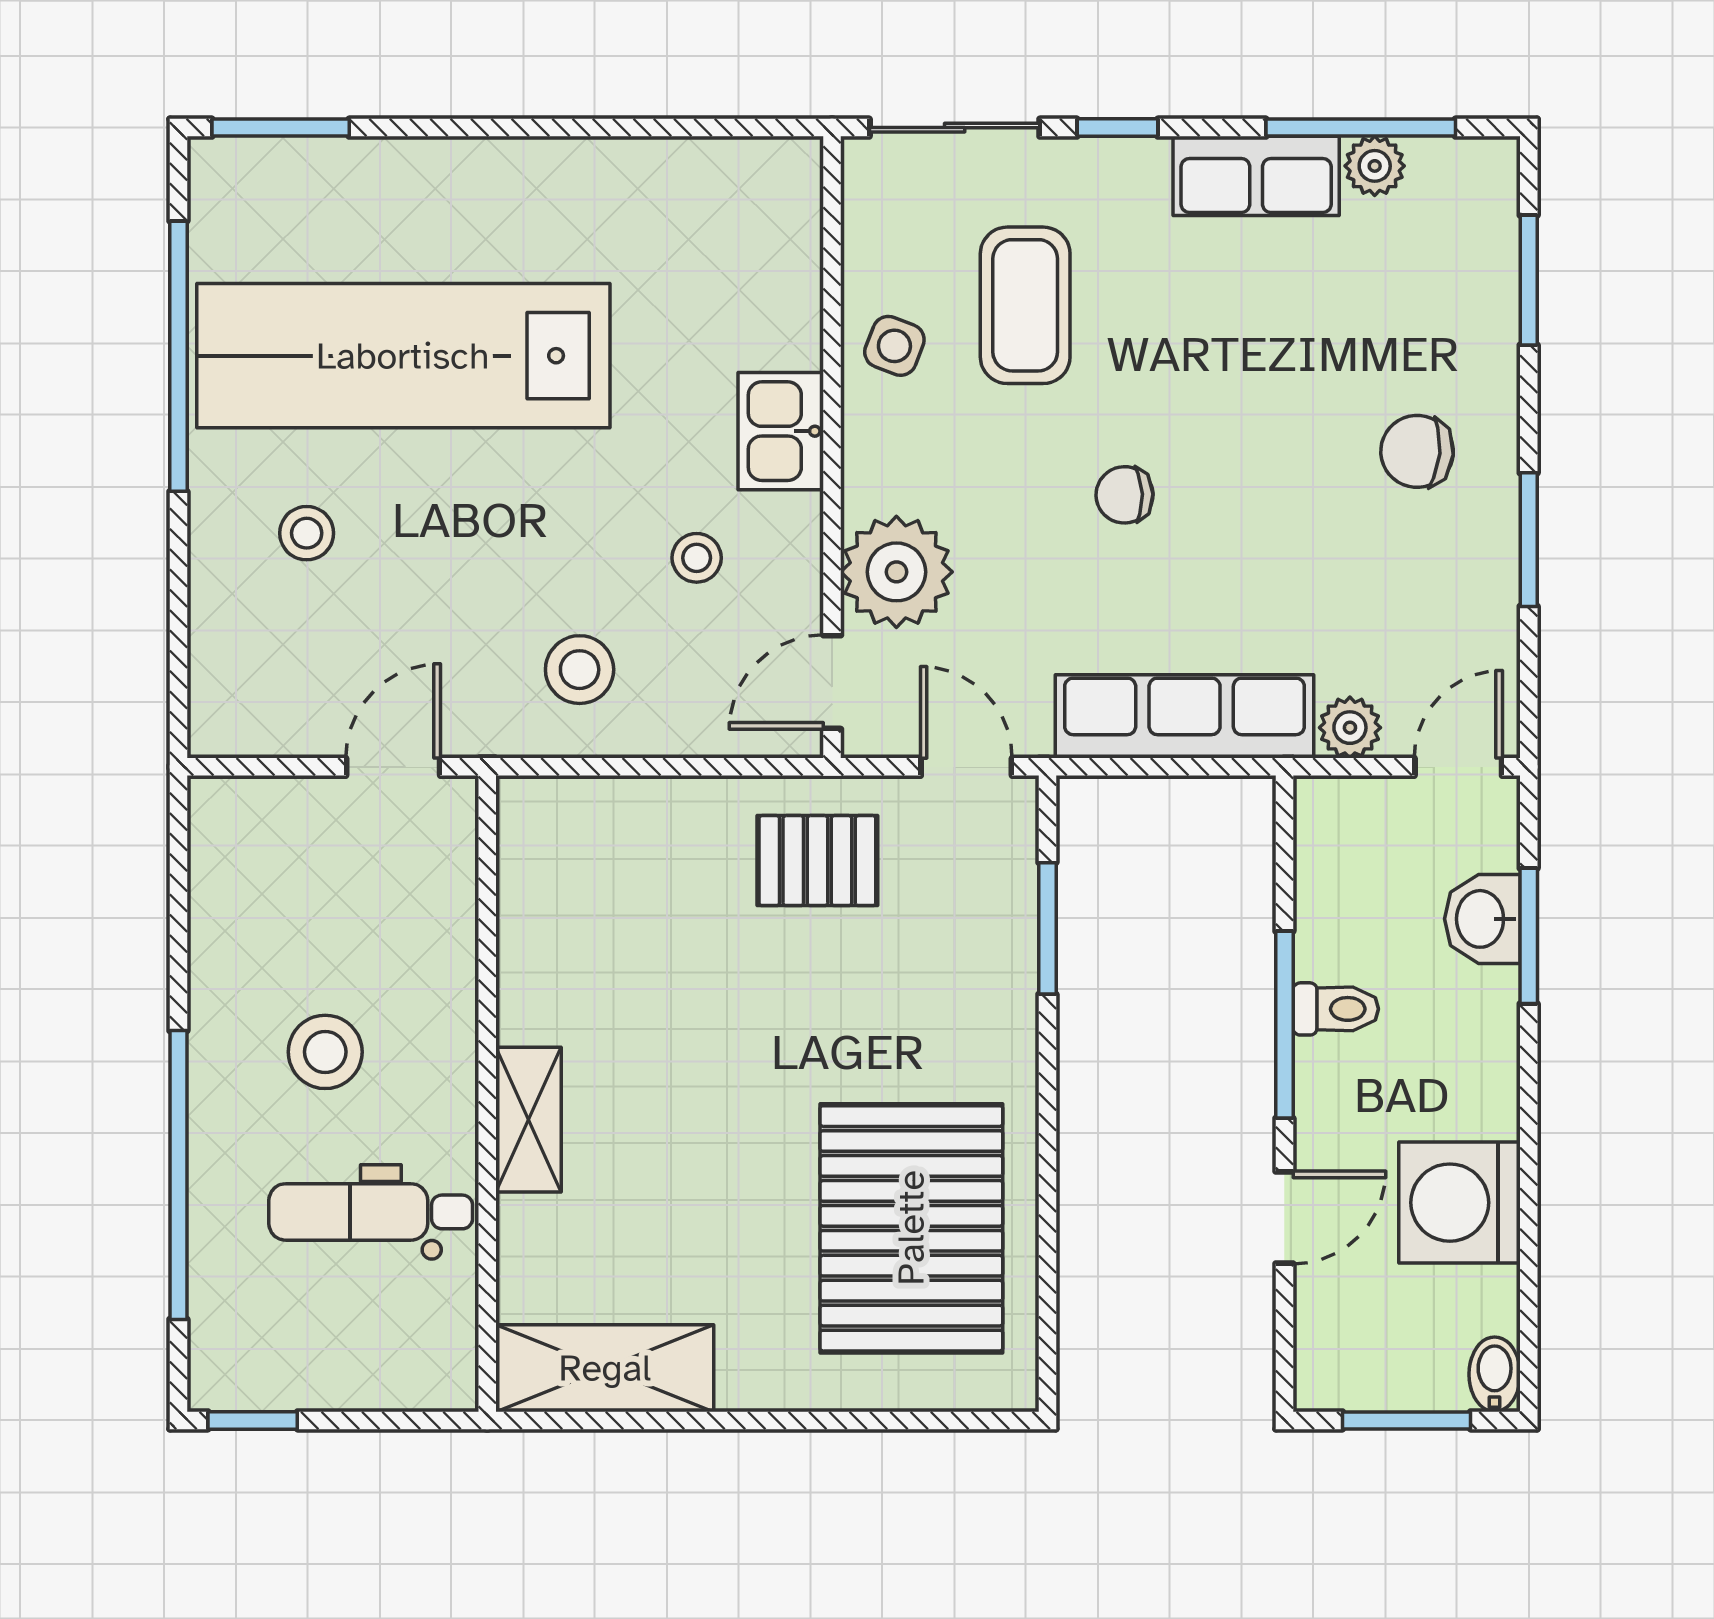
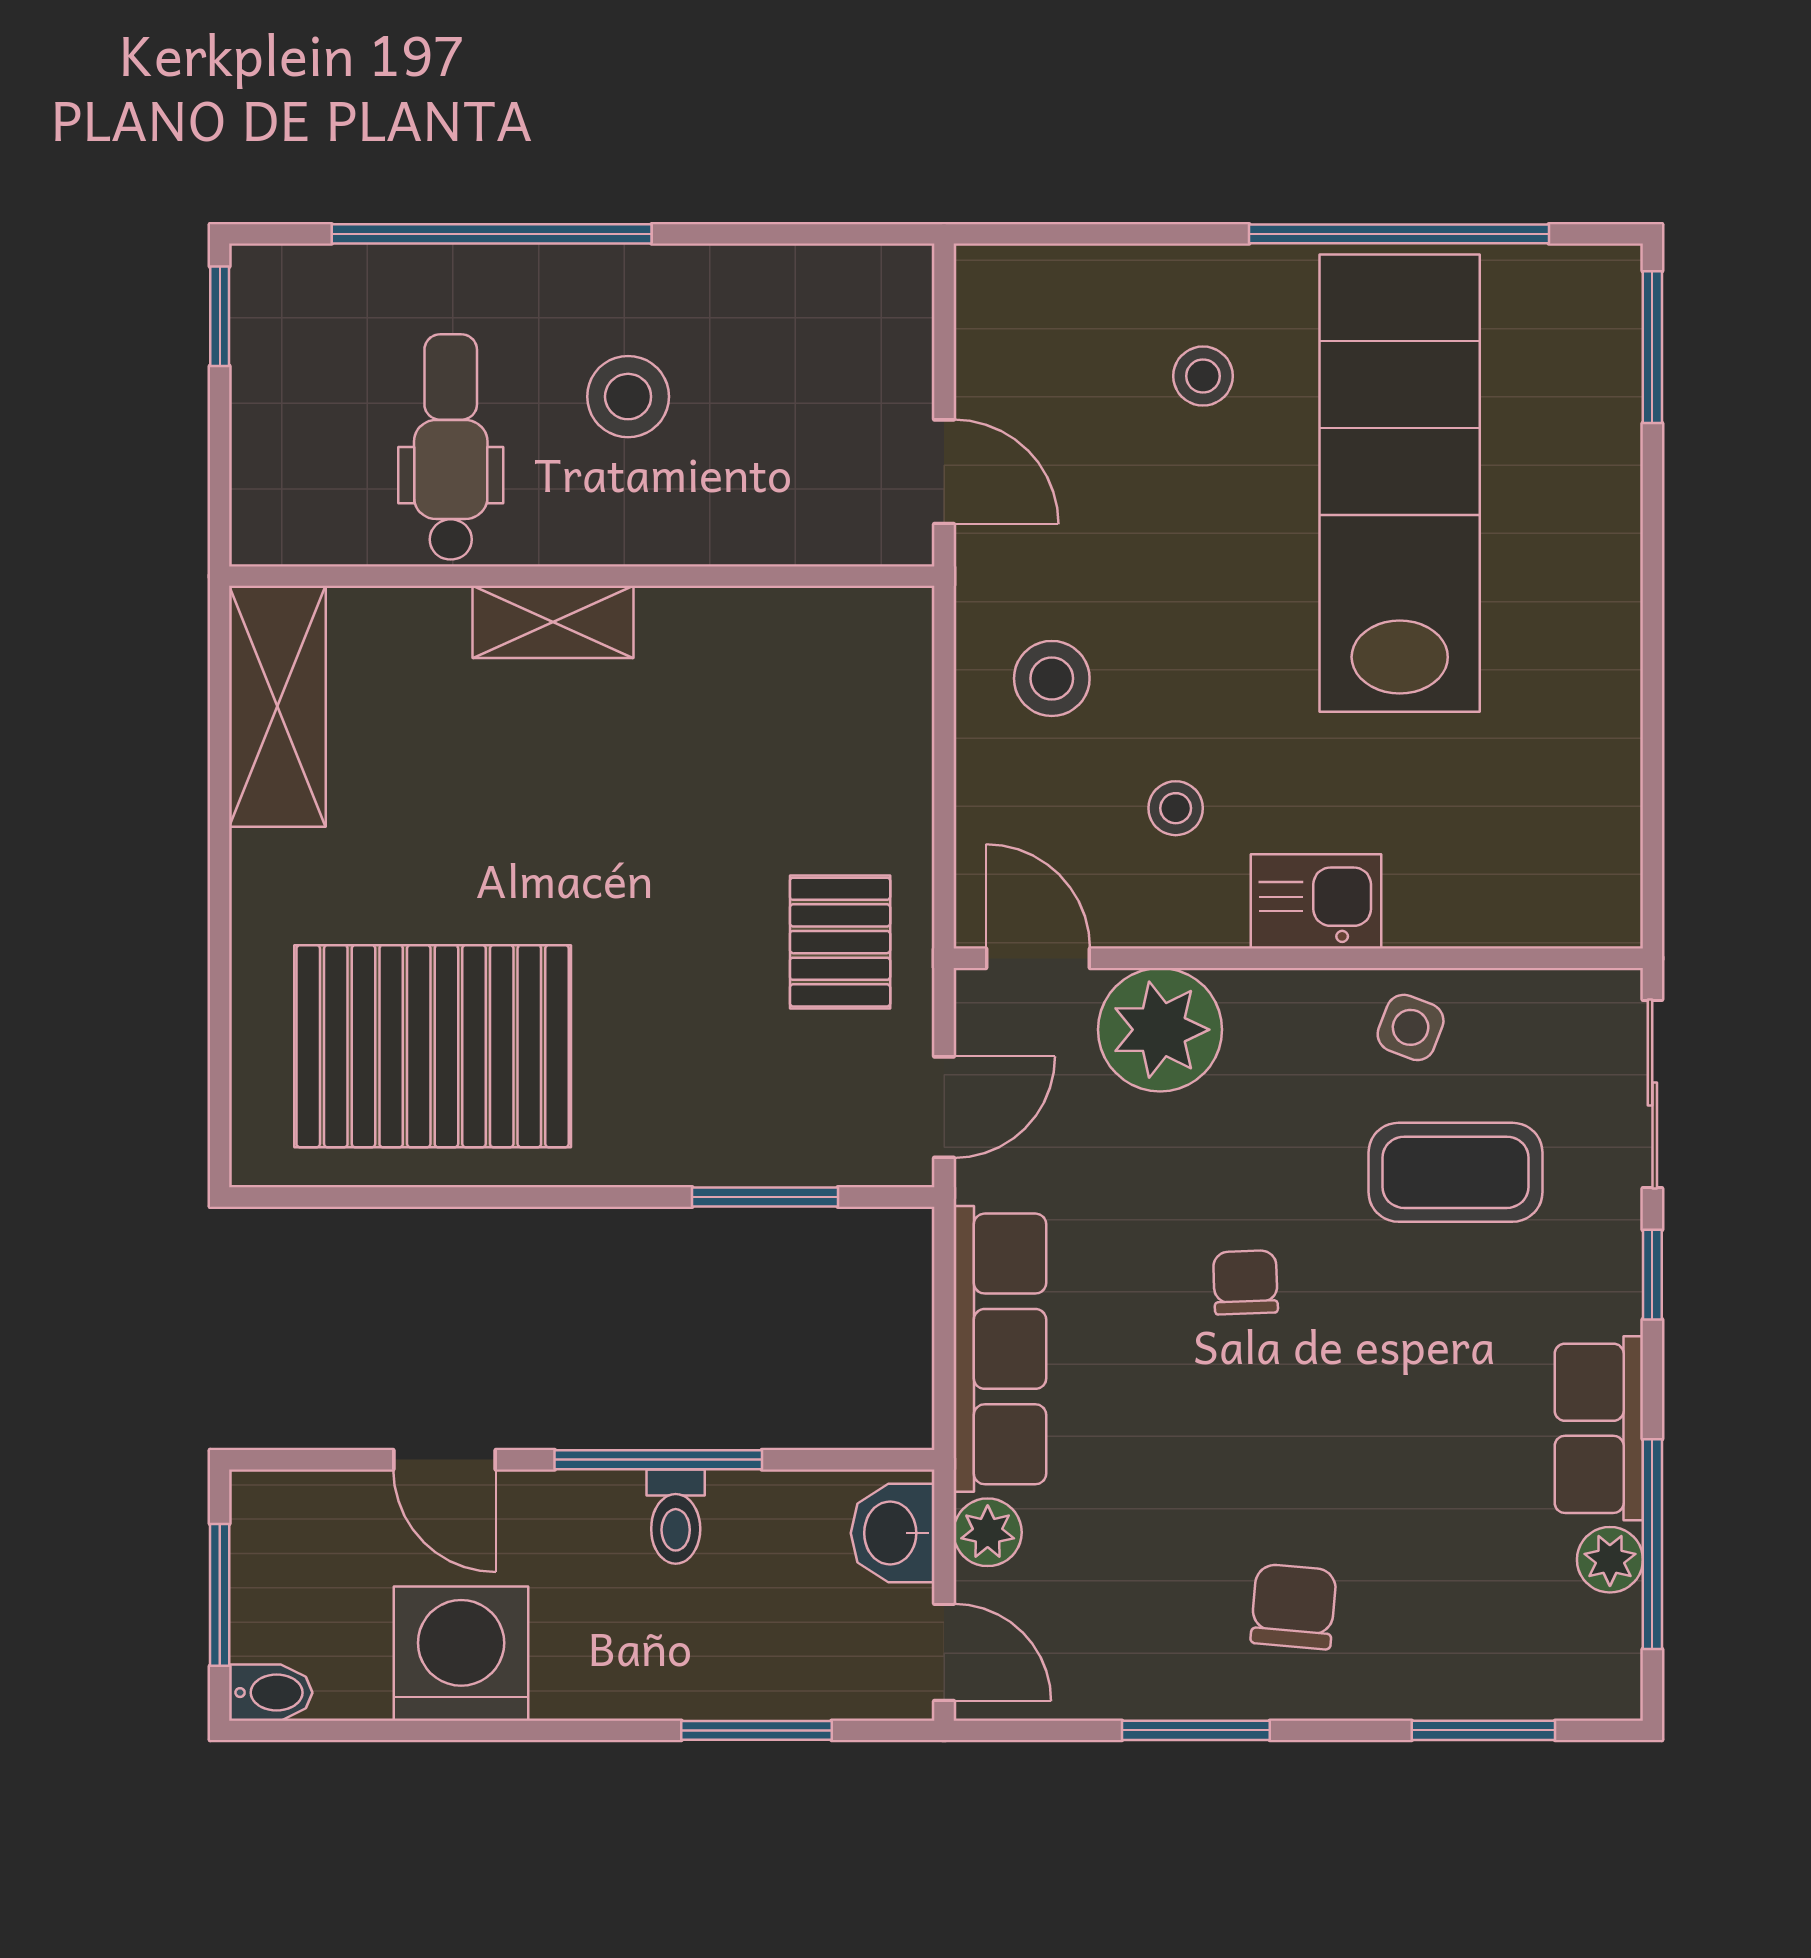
washbasin: (1482, 919) -> (893, 1533), moved, turned -90

